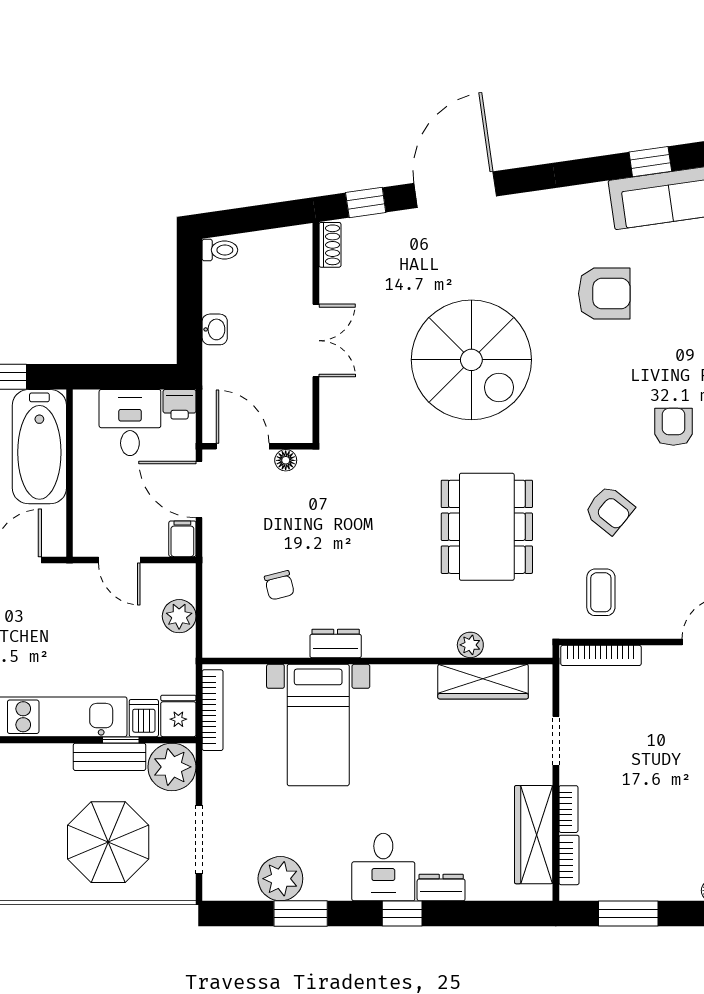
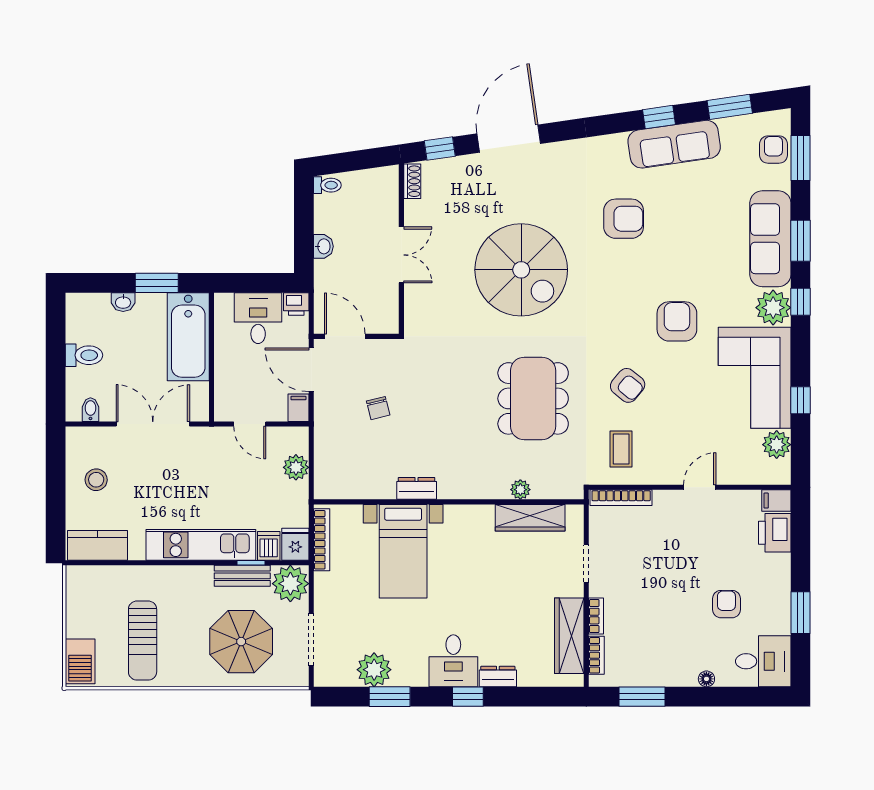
armchair: (673, 427) -> (677, 321), width x1.38, depth x1.38
floor lamp: (286, 460) -> (378, 347), removed
chair: (279, 585) -> (378, 408), moved

